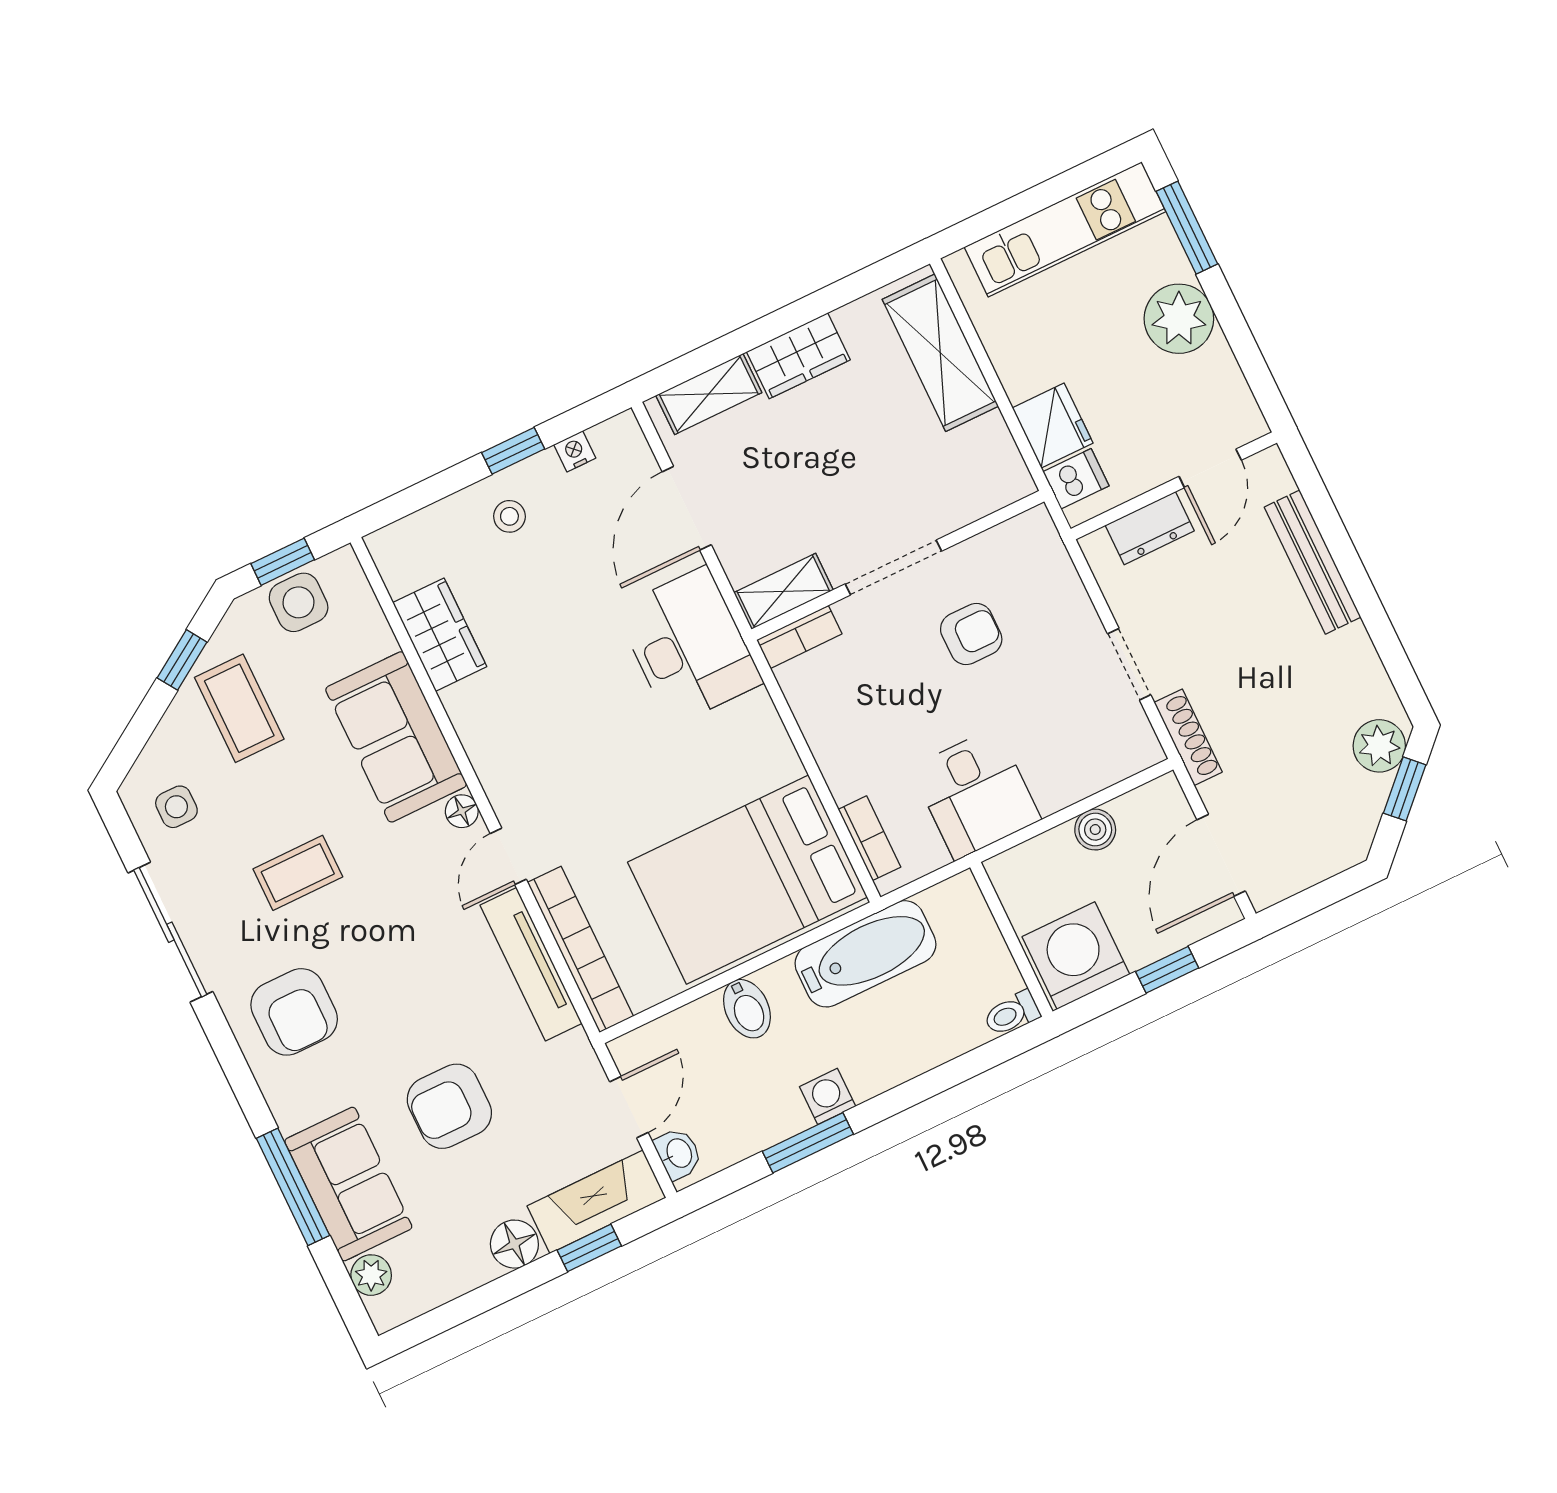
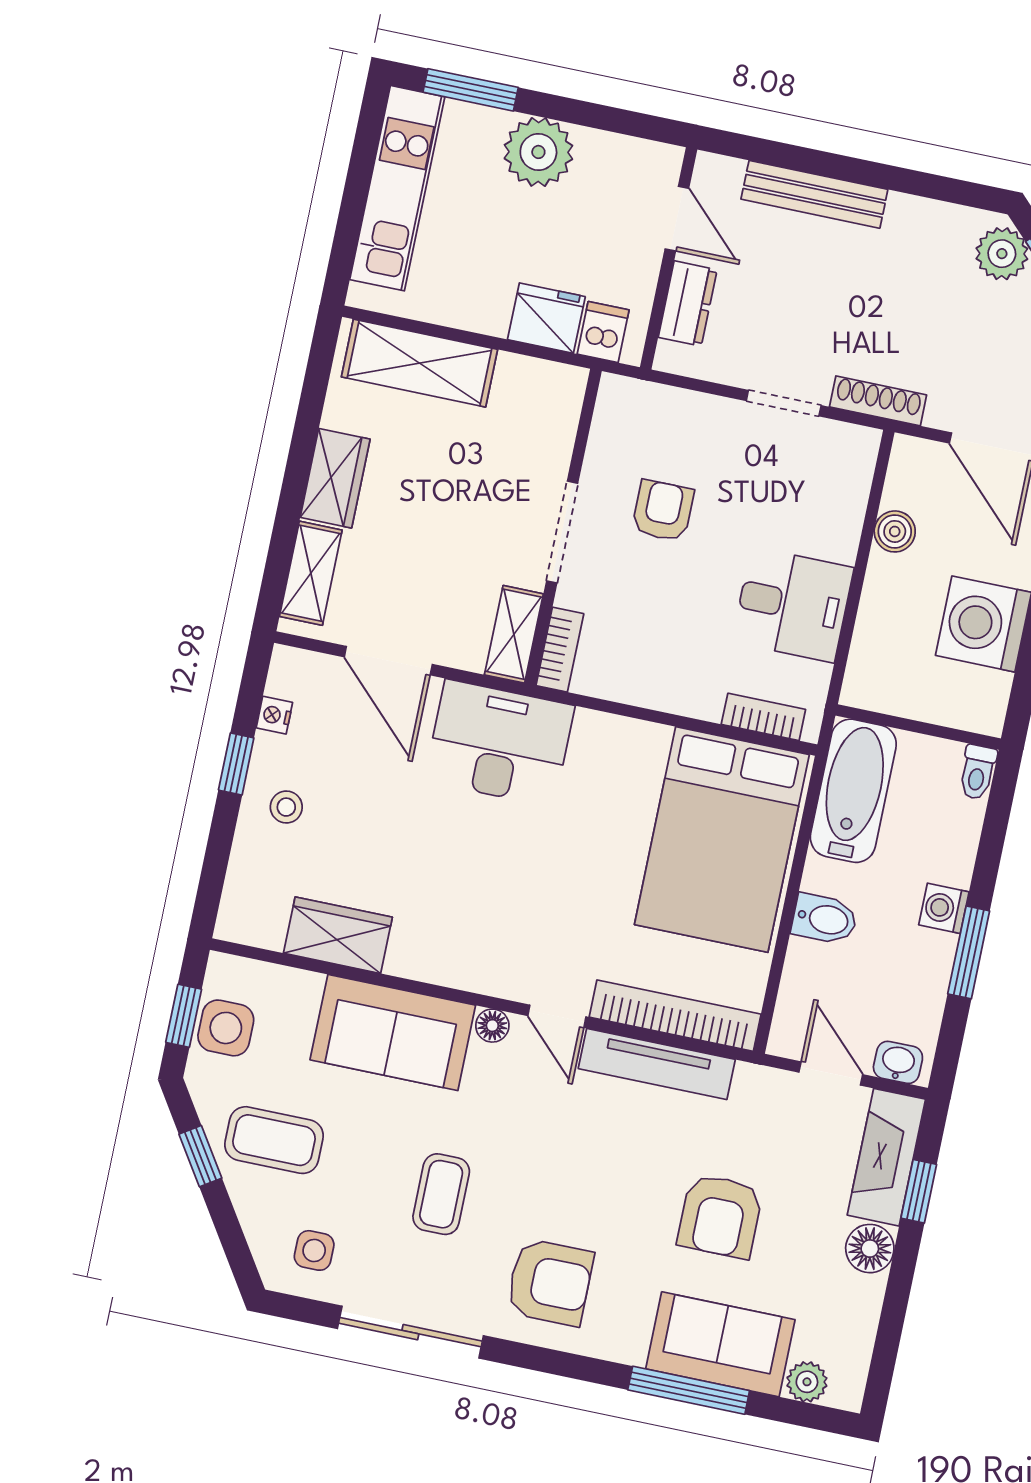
wall: (1011, 939) -> (918, 727), moved
toilet: (1012, 1014) -> (978, 772), moved

